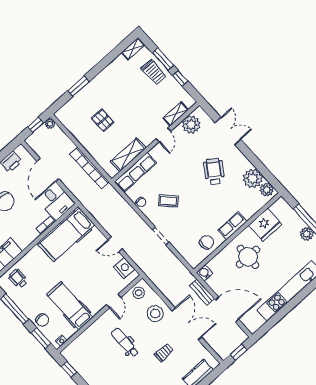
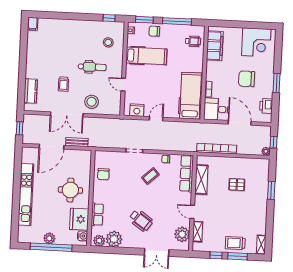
row of seats: (232, 226) -> (97, 214), moved
water cooler: (204, 273) -> (83, 236), moved
stool: (139, 293) -> (108, 42), moved

